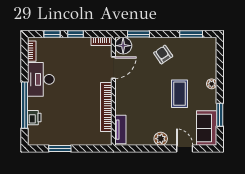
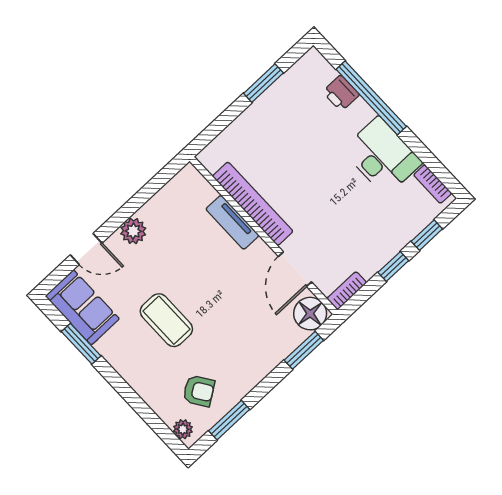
armchair: (163, 55) -> (199, 391), moved
plant: (212, 84) -> (183, 429), moved
tv unit: (120, 130) -> (232, 222), moved

